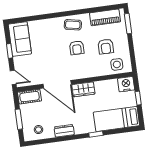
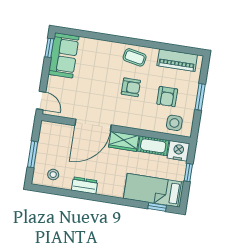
window: (128, 24) -> (200, 97), moved
armchair: (77, 48) -> (131, 87), turned -90
window: (10, 51) -> (49, 48), moved
door: (57, 84) -> (93, 125), hinge flipped
cot: (30, 97) -> (153, 146), moved
window: (96, 134) -> (157, 207), moved

